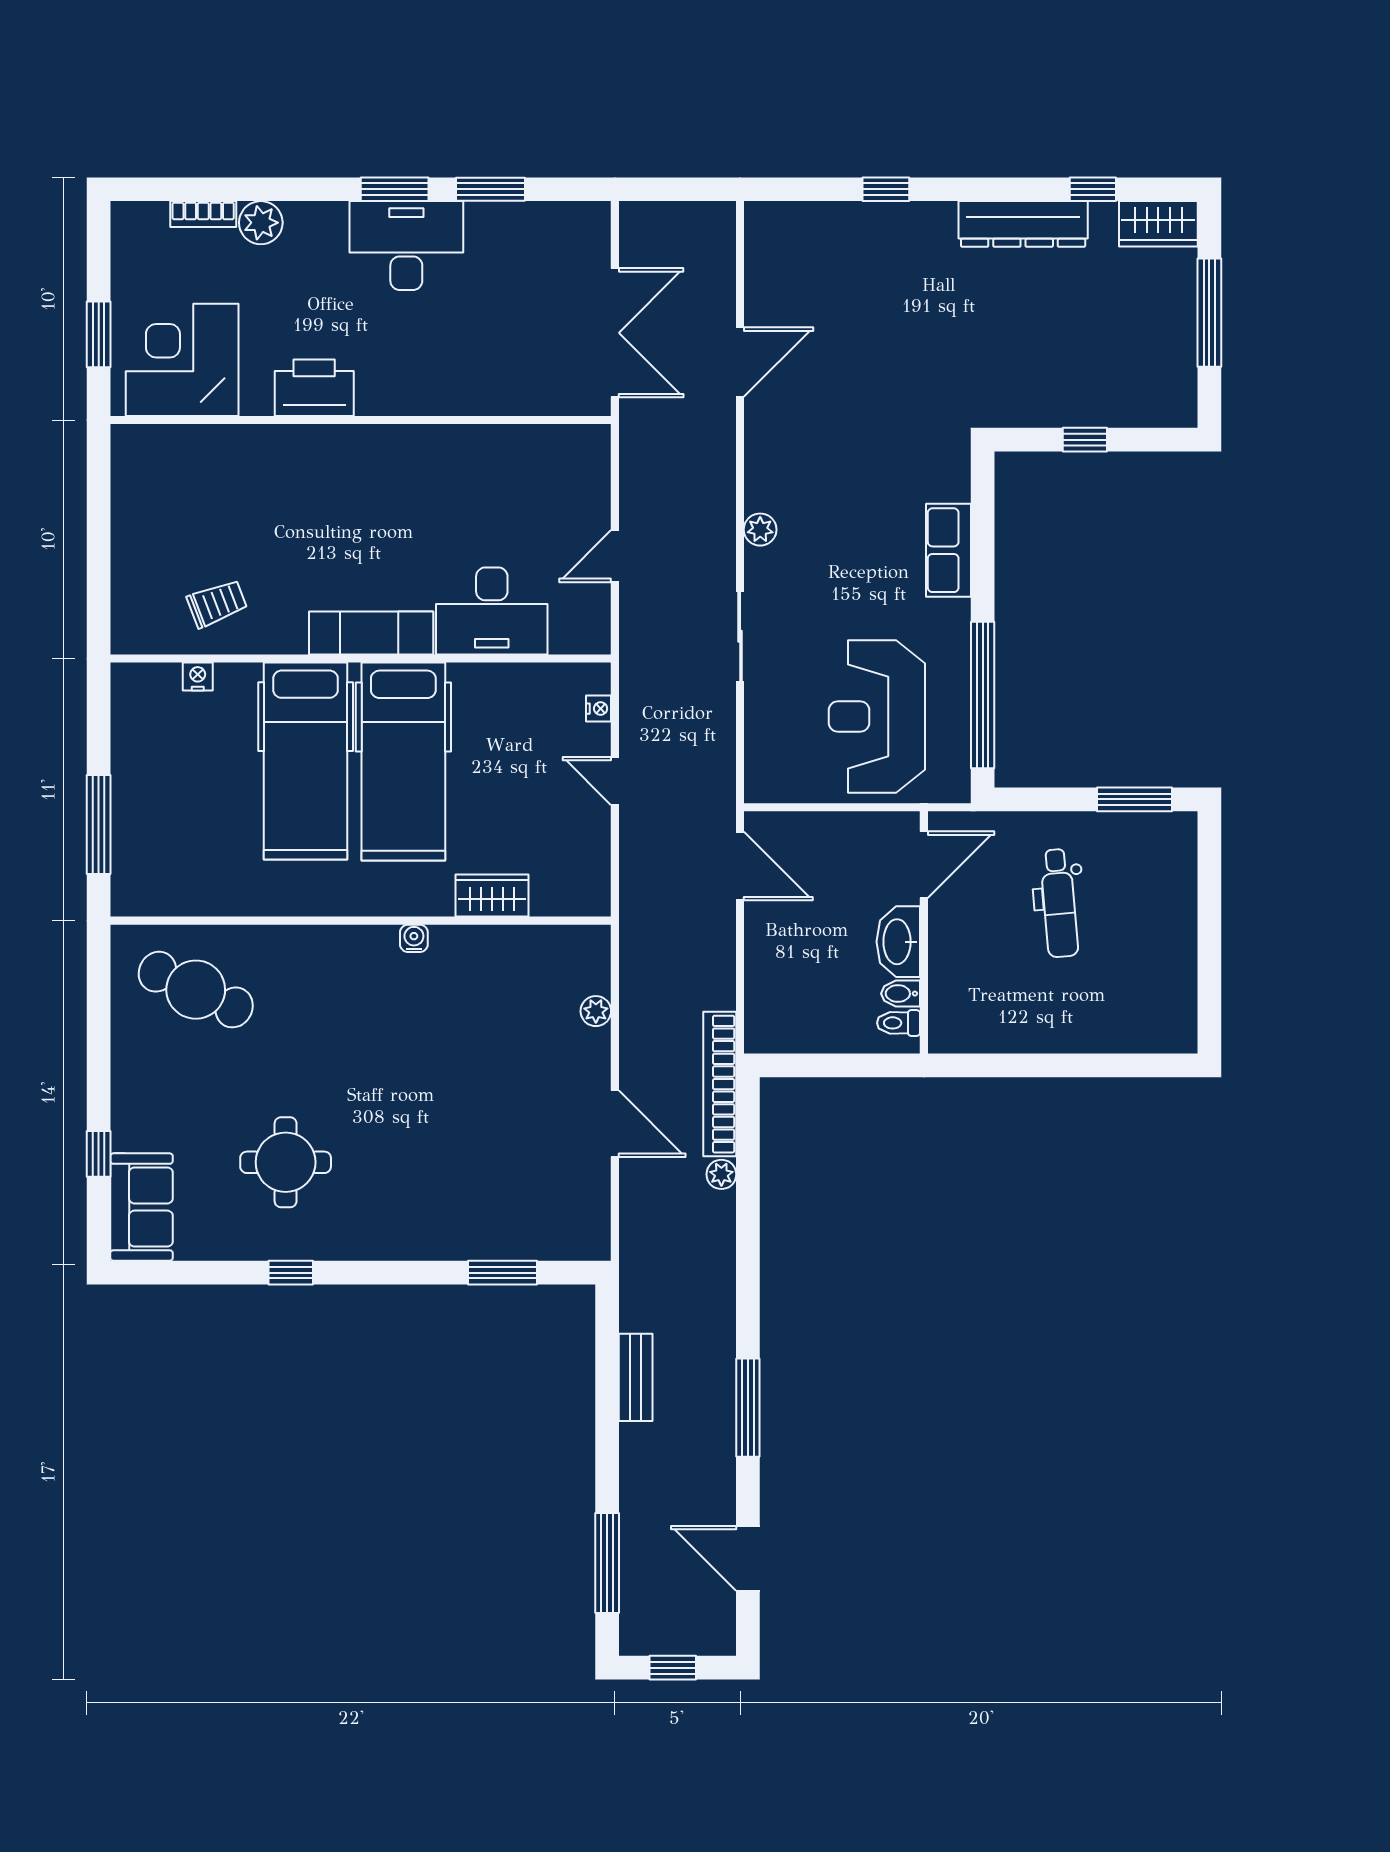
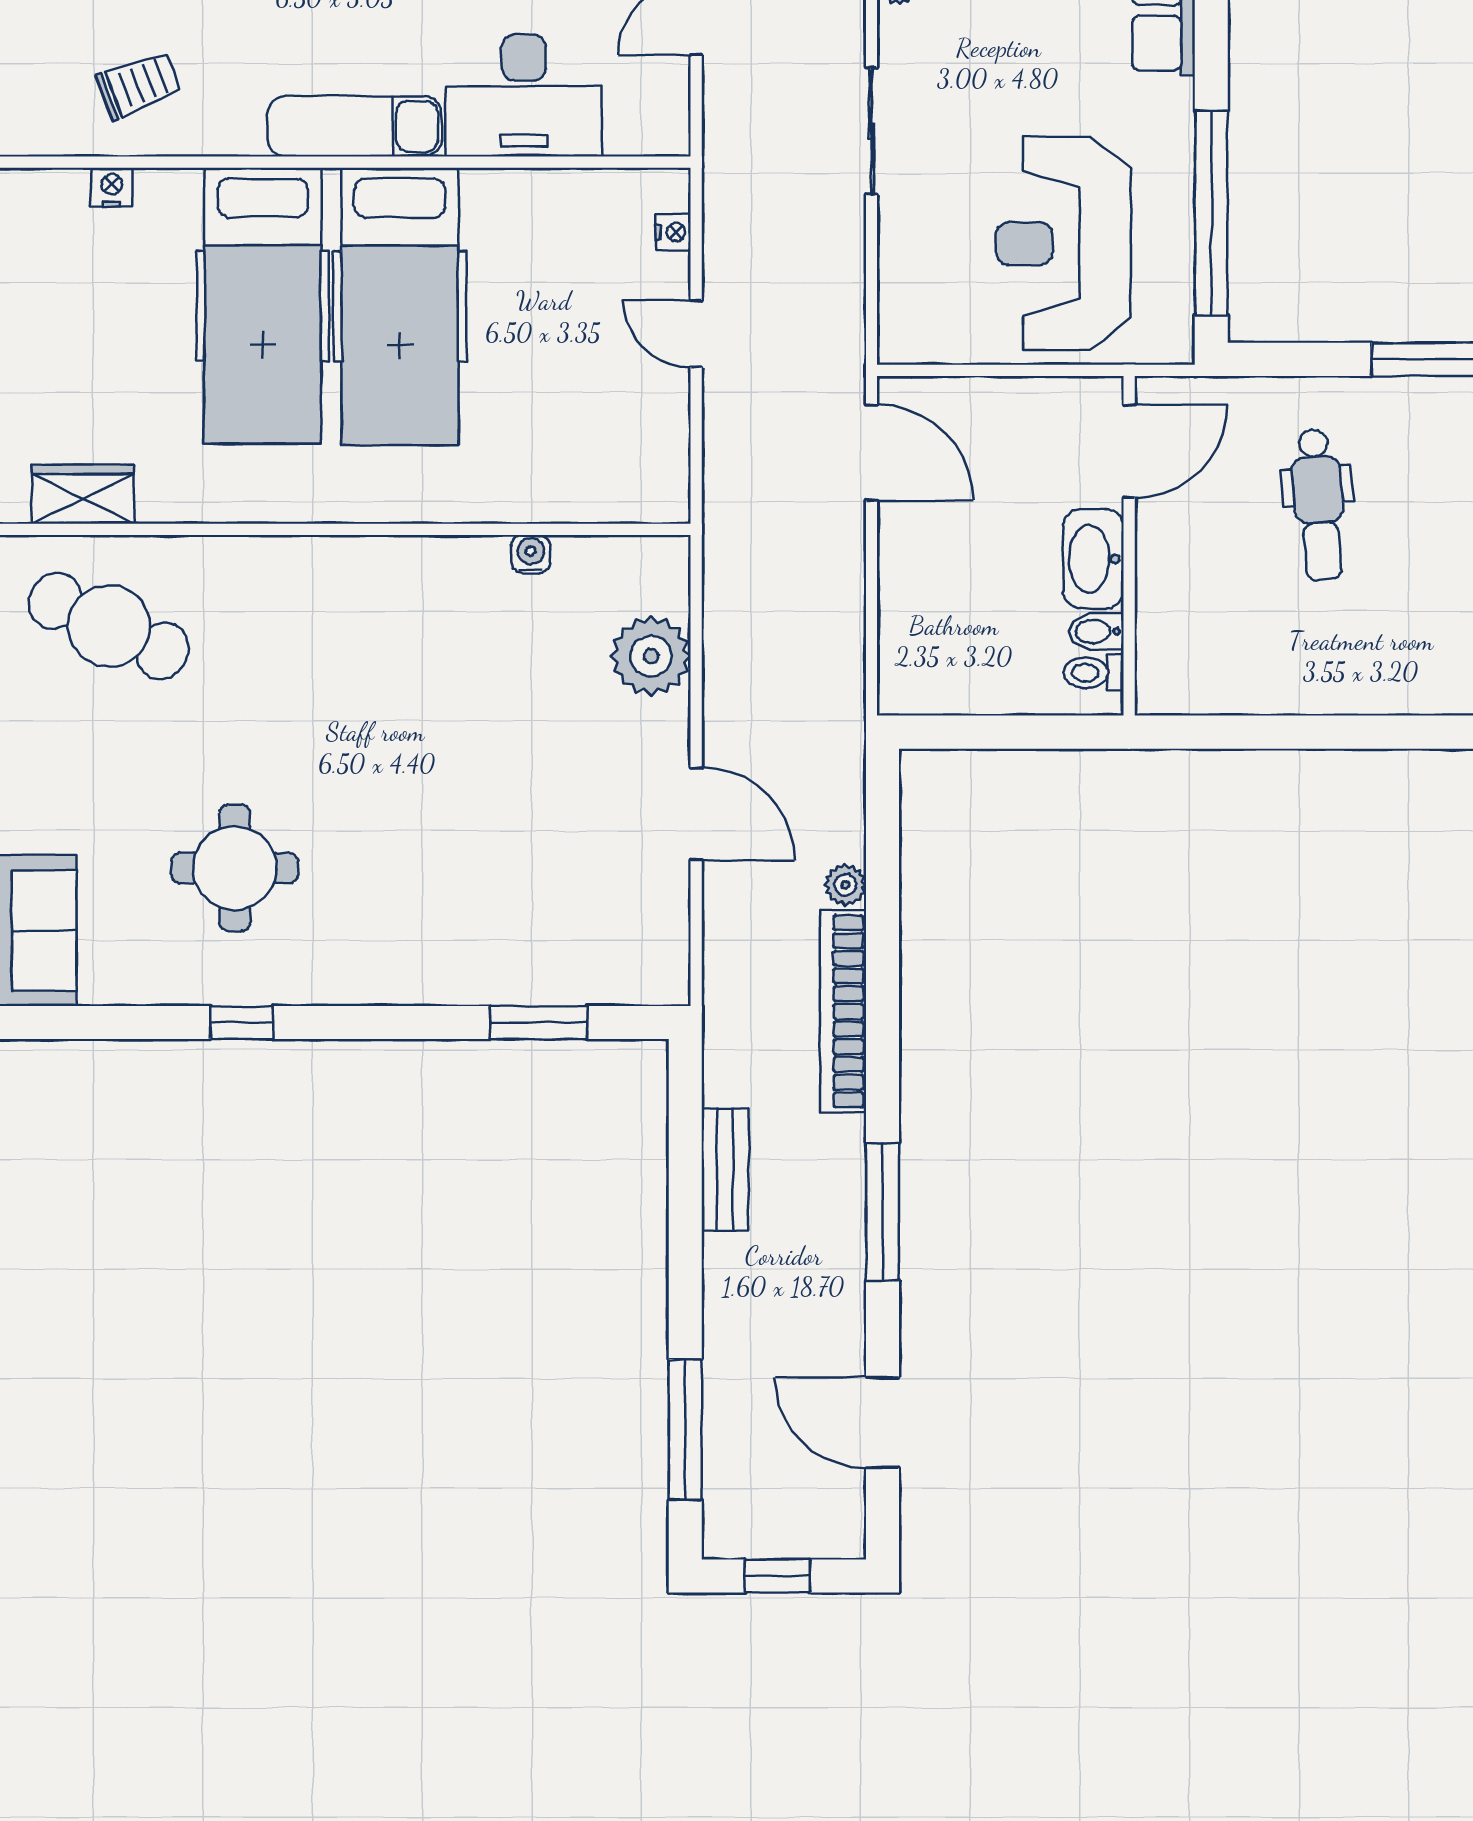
wardrobe: (492, 896) -> (83, 494), moved
water cooler: (414, 938) -> (531, 554), moved
plant: (596, 1011) -> (651, 656), width x1.87, depth x1.87
bookcase: (720, 1084) -> (843, 1011), moved

